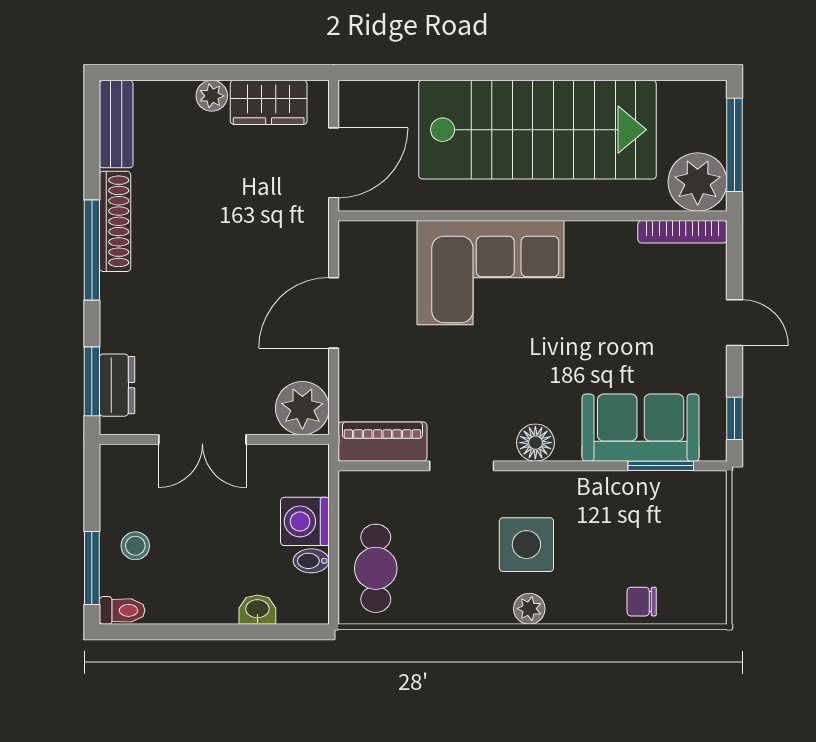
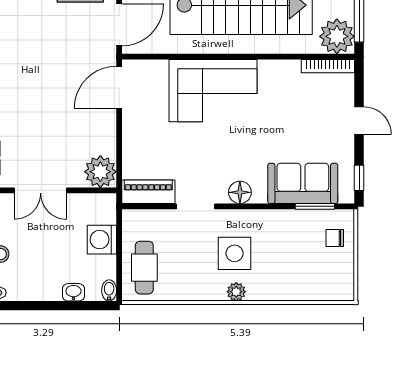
door: (334, 313) -> (119, 87), moved
bidet: (311, 561) -> (109, 290), moved, turned 90
chair: (642, 602) -> (335, 238), moved

